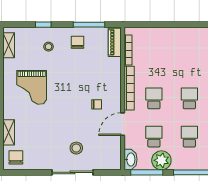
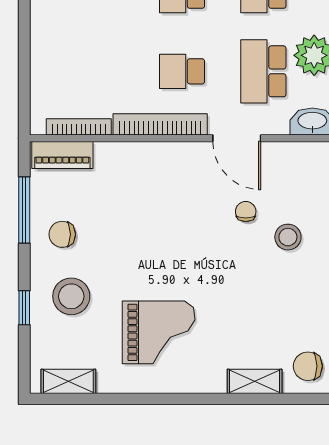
stool: (49, 47) -> (71, 296), width x1.89, depth x1.89
chair: (97, 104) -> (246, 211), moved
school desk: (154, 137) -> (263, 71), width x1.85

